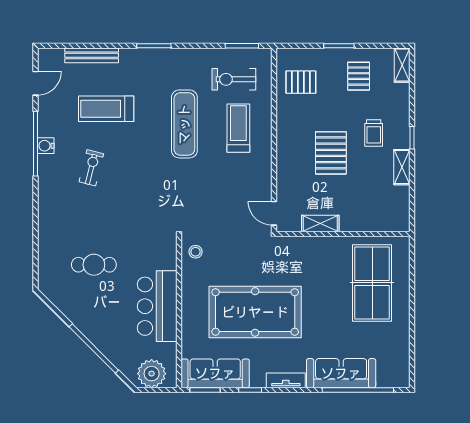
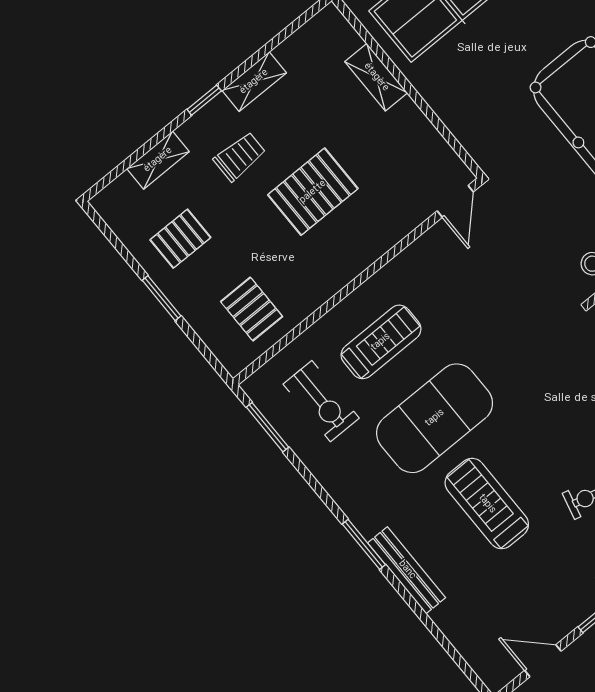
bench: (92, 55) -> (407, 570), moved
shelving: (402, 65) -> (158, 160), moved
treadmill: (106, 109) -> (487, 504), moved, turned 180
exercise mat: (184, 124) -> (435, 418), width x1.47
treadmill: (238, 128) -> (381, 342), turned 180
shelving: (320, 223) -> (376, 77), moved

